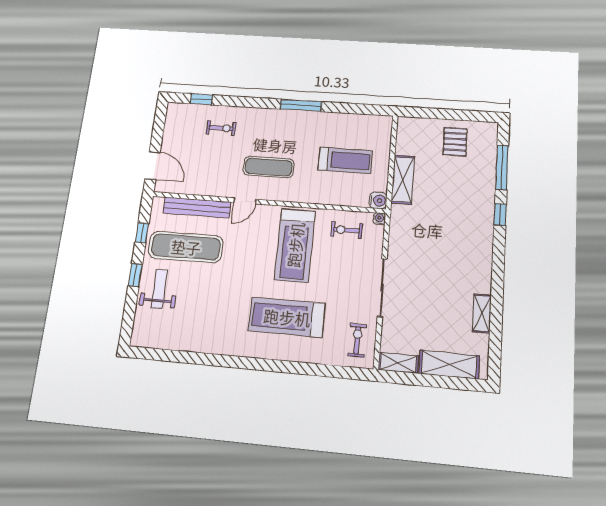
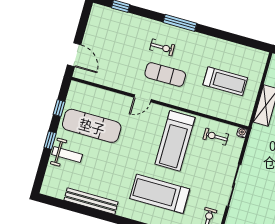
window: (301, 105) -> (180, 23), moved
exercise bike: (221, 128) -> (162, 47), moved
water cooler: (378, 201) -> (244, 118), removed
bench: (197, 207) -> (91, 201), moved
weight bench: (159, 289) -> (67, 155), turned 90

